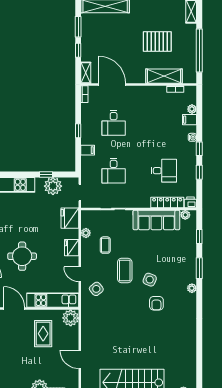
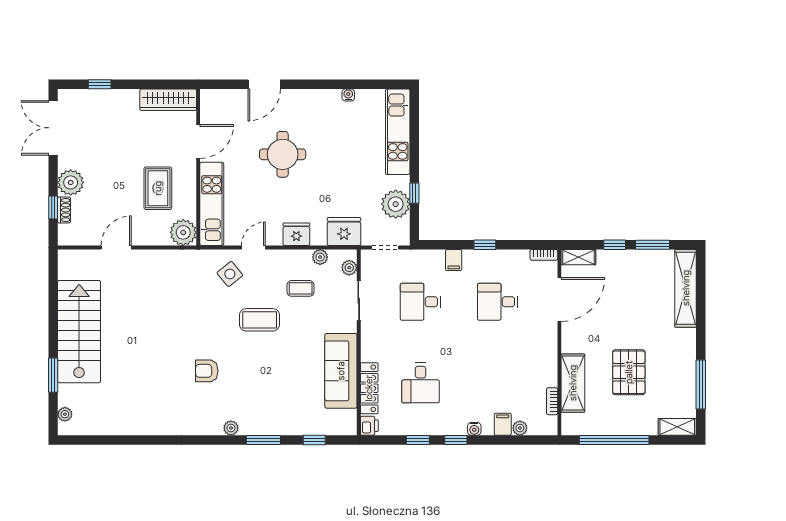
plant: (185, 215) -> (349, 268), moved
side table: (150, 280) -> (245, 360), removed
rug: (43, 334) -> (158, 188), turned 90

